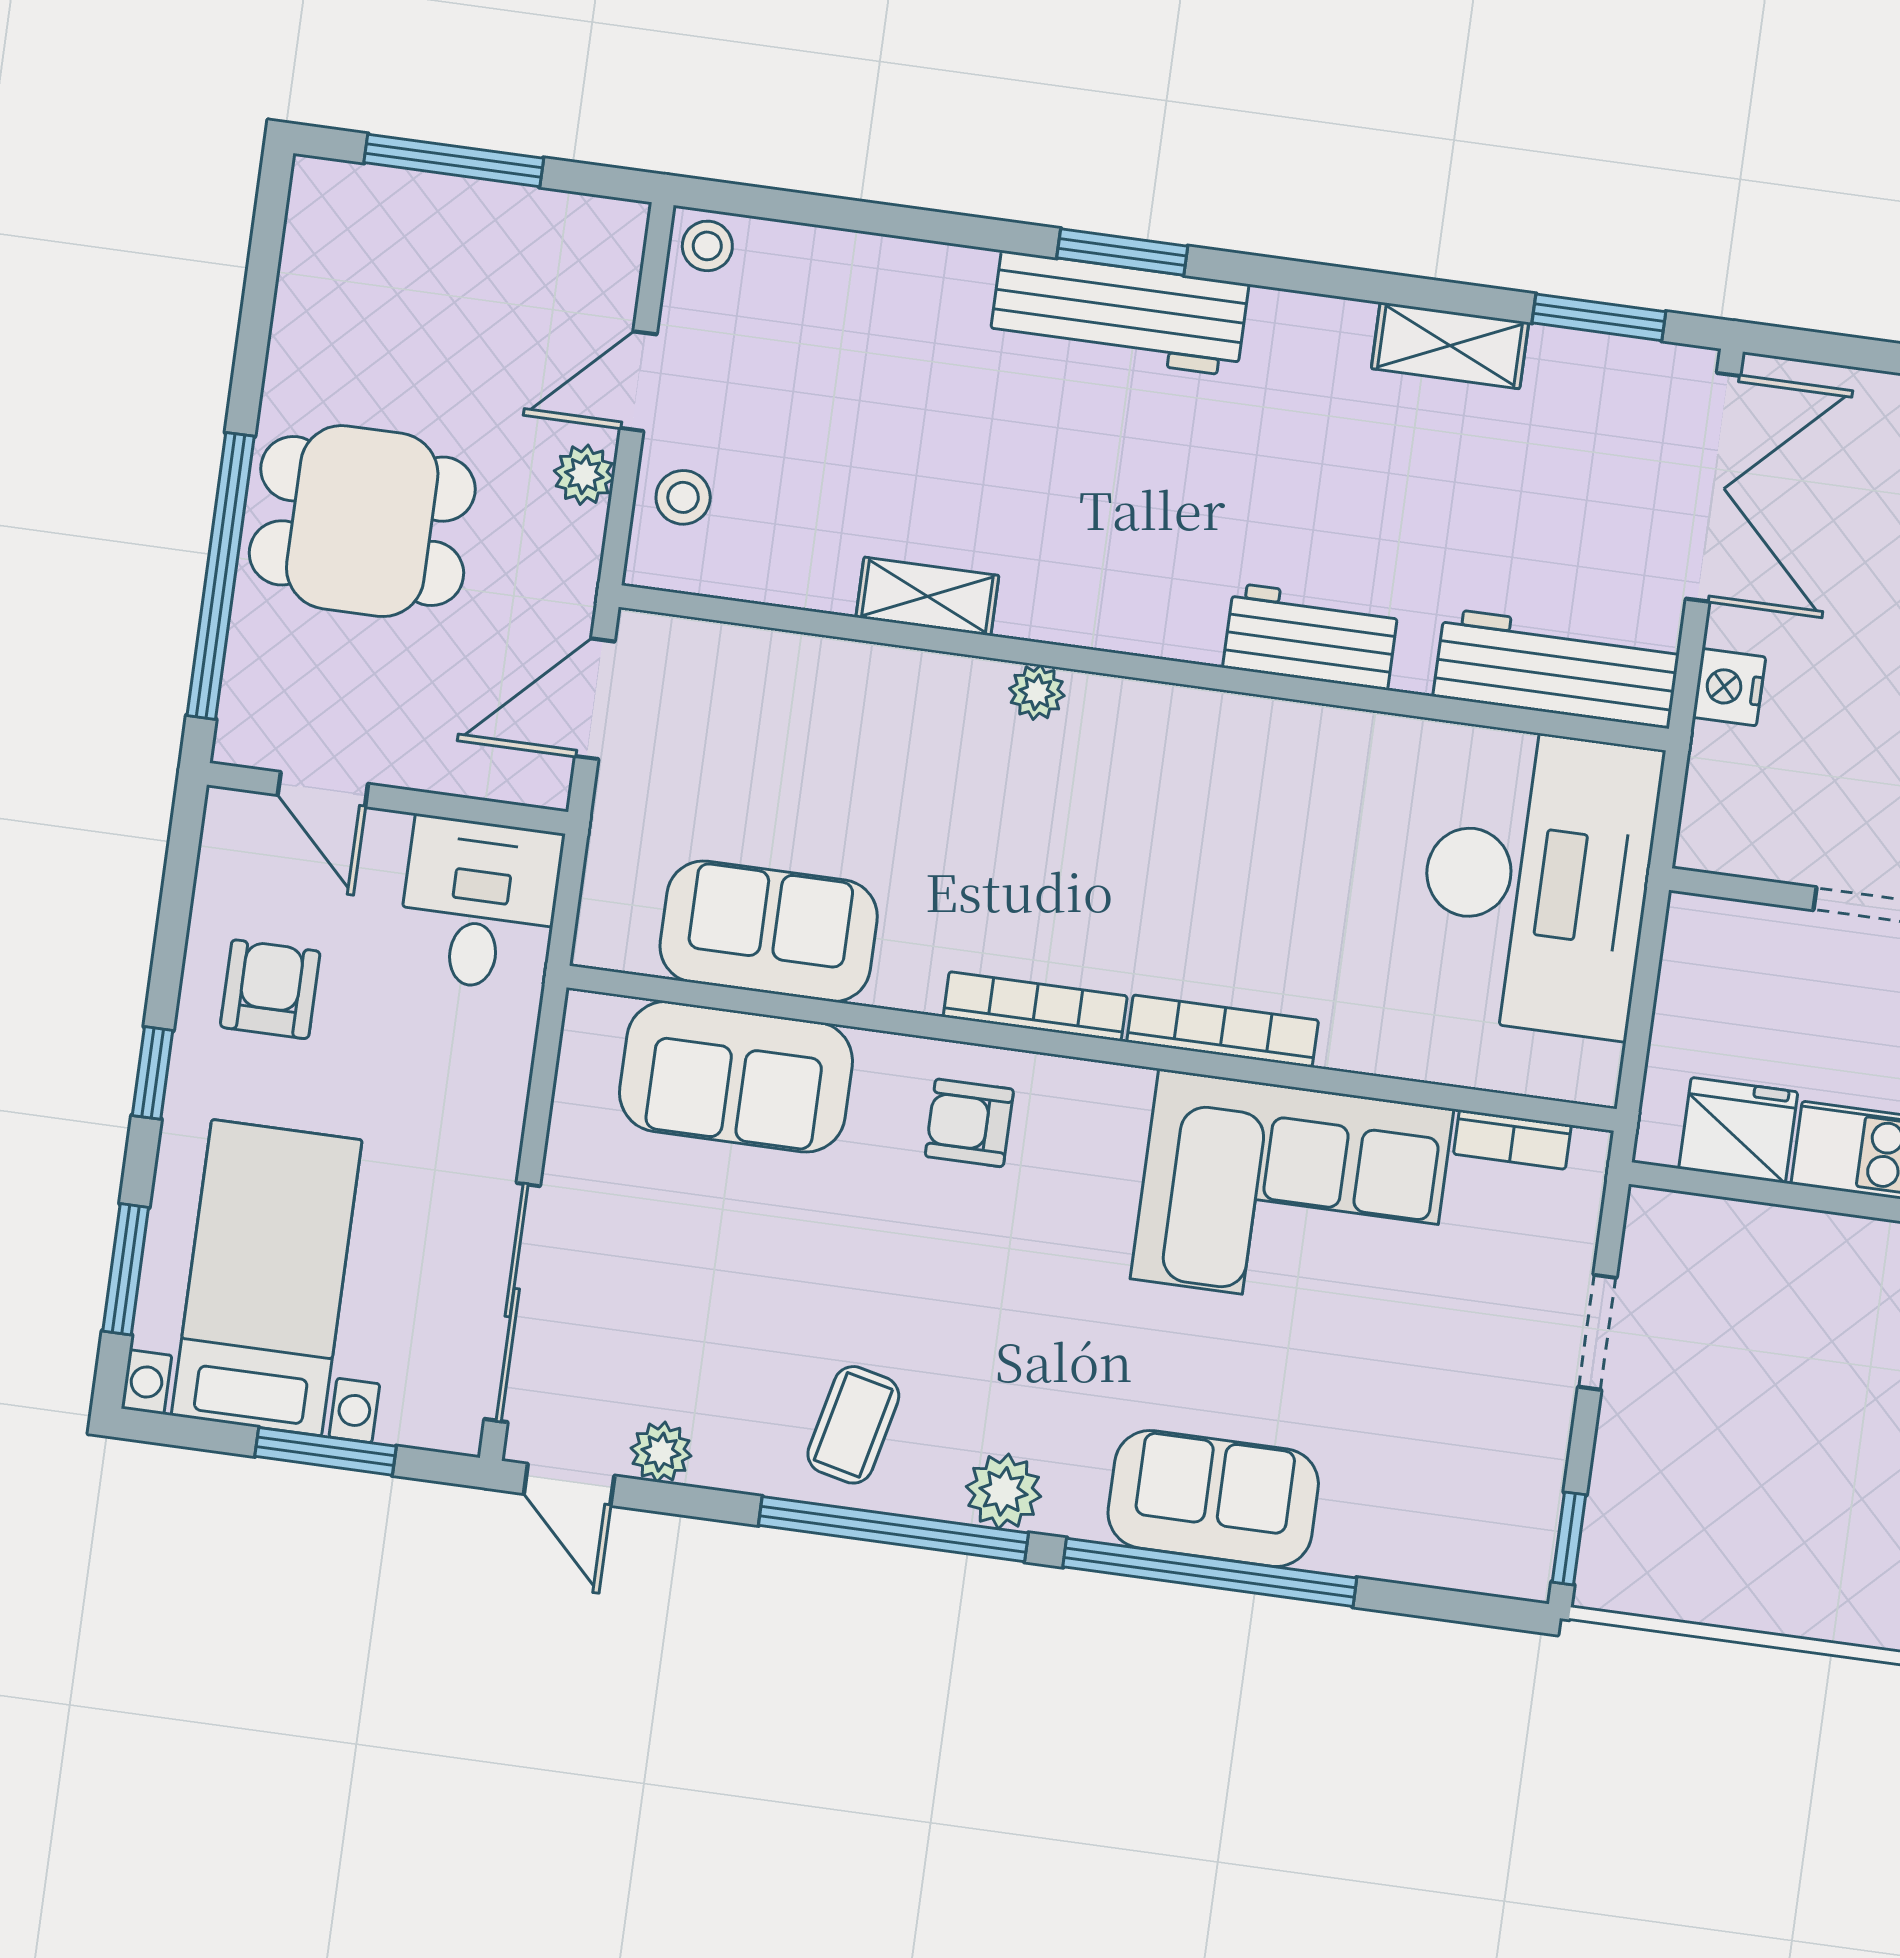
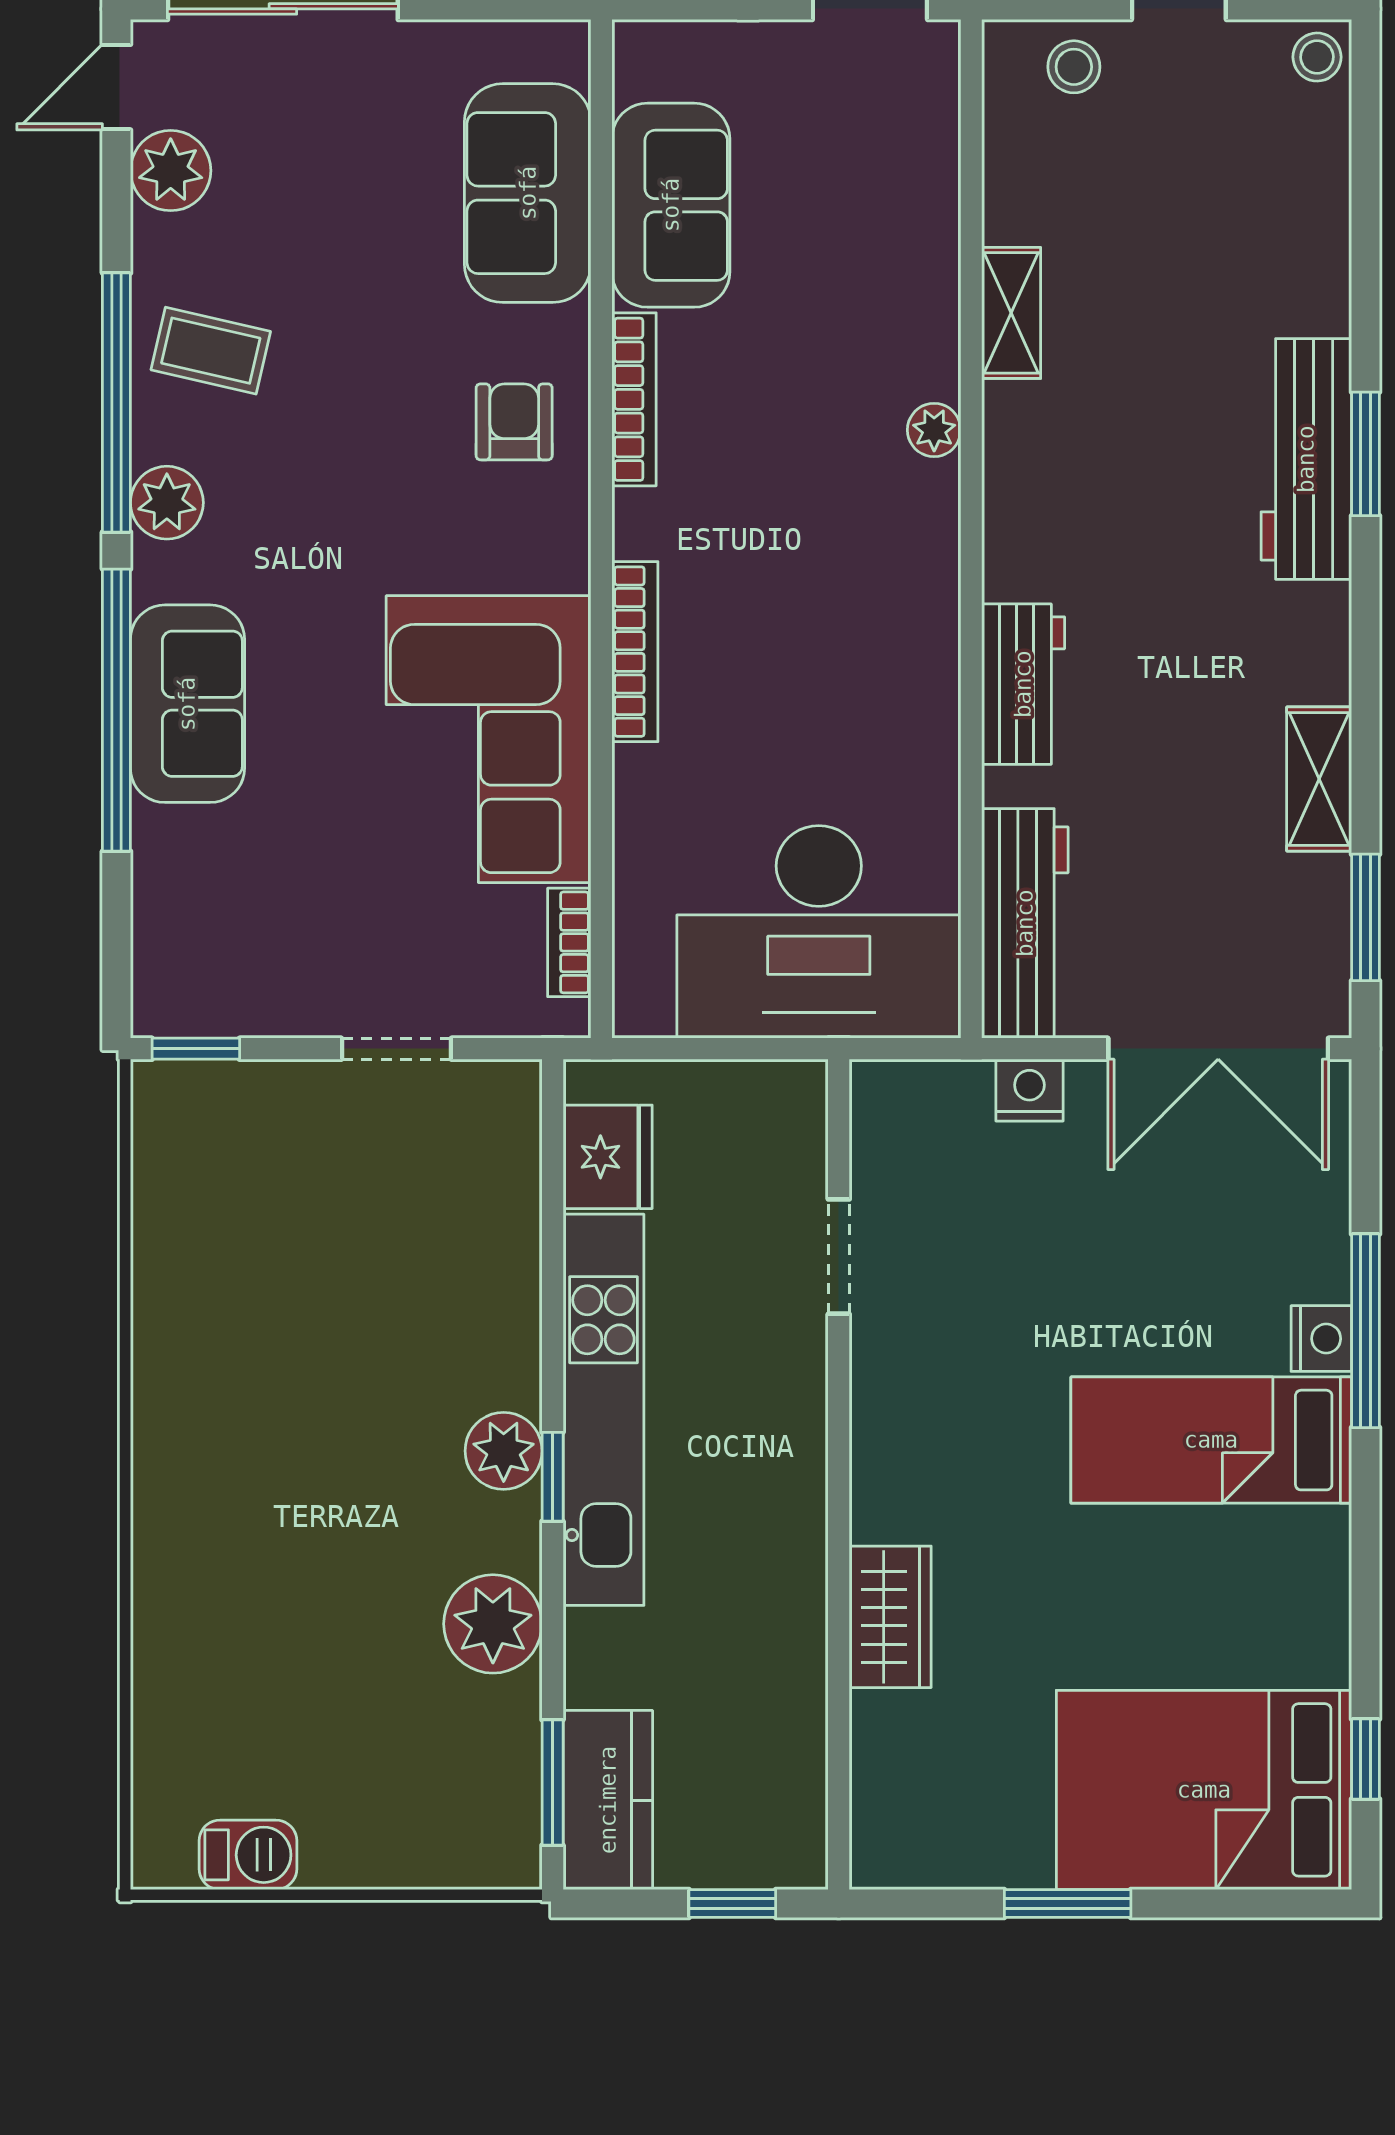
bookcase: (1035, 1006) -> (634, 399), moved
plant: (661, 1452) -> (171, 171), width x1.38, depth x1.38

